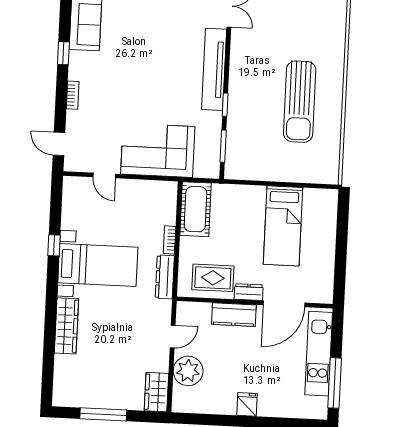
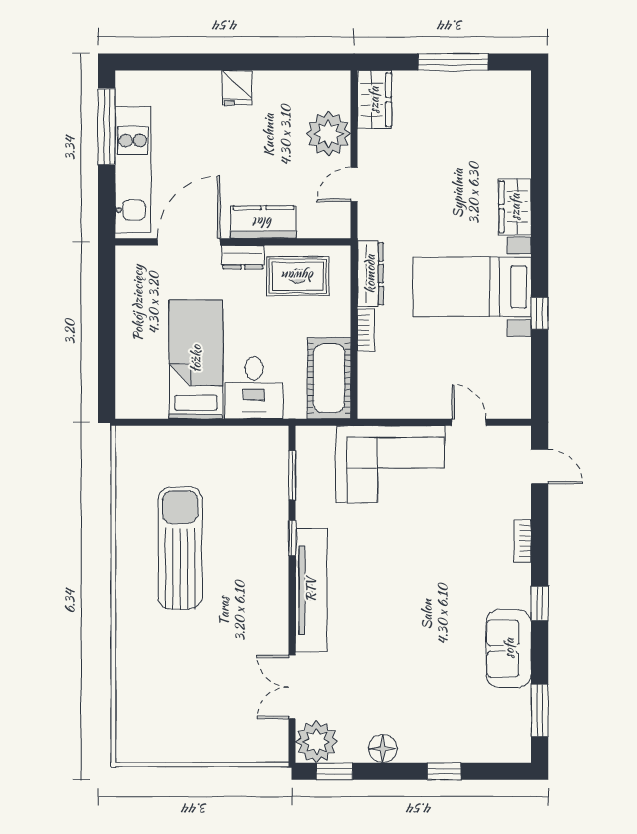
desk: (246, 205) -> (254, 388), added
wardrobe: (66, 326) -> (515, 207), width x0.67

